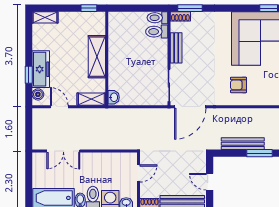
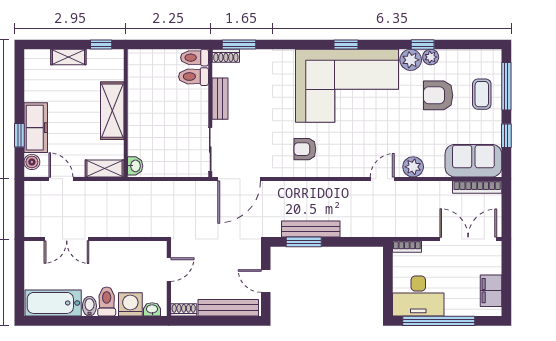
shelving: (45, 17) -> (68, 57), moved
window: (259, 153) -> (304, 242), moved

